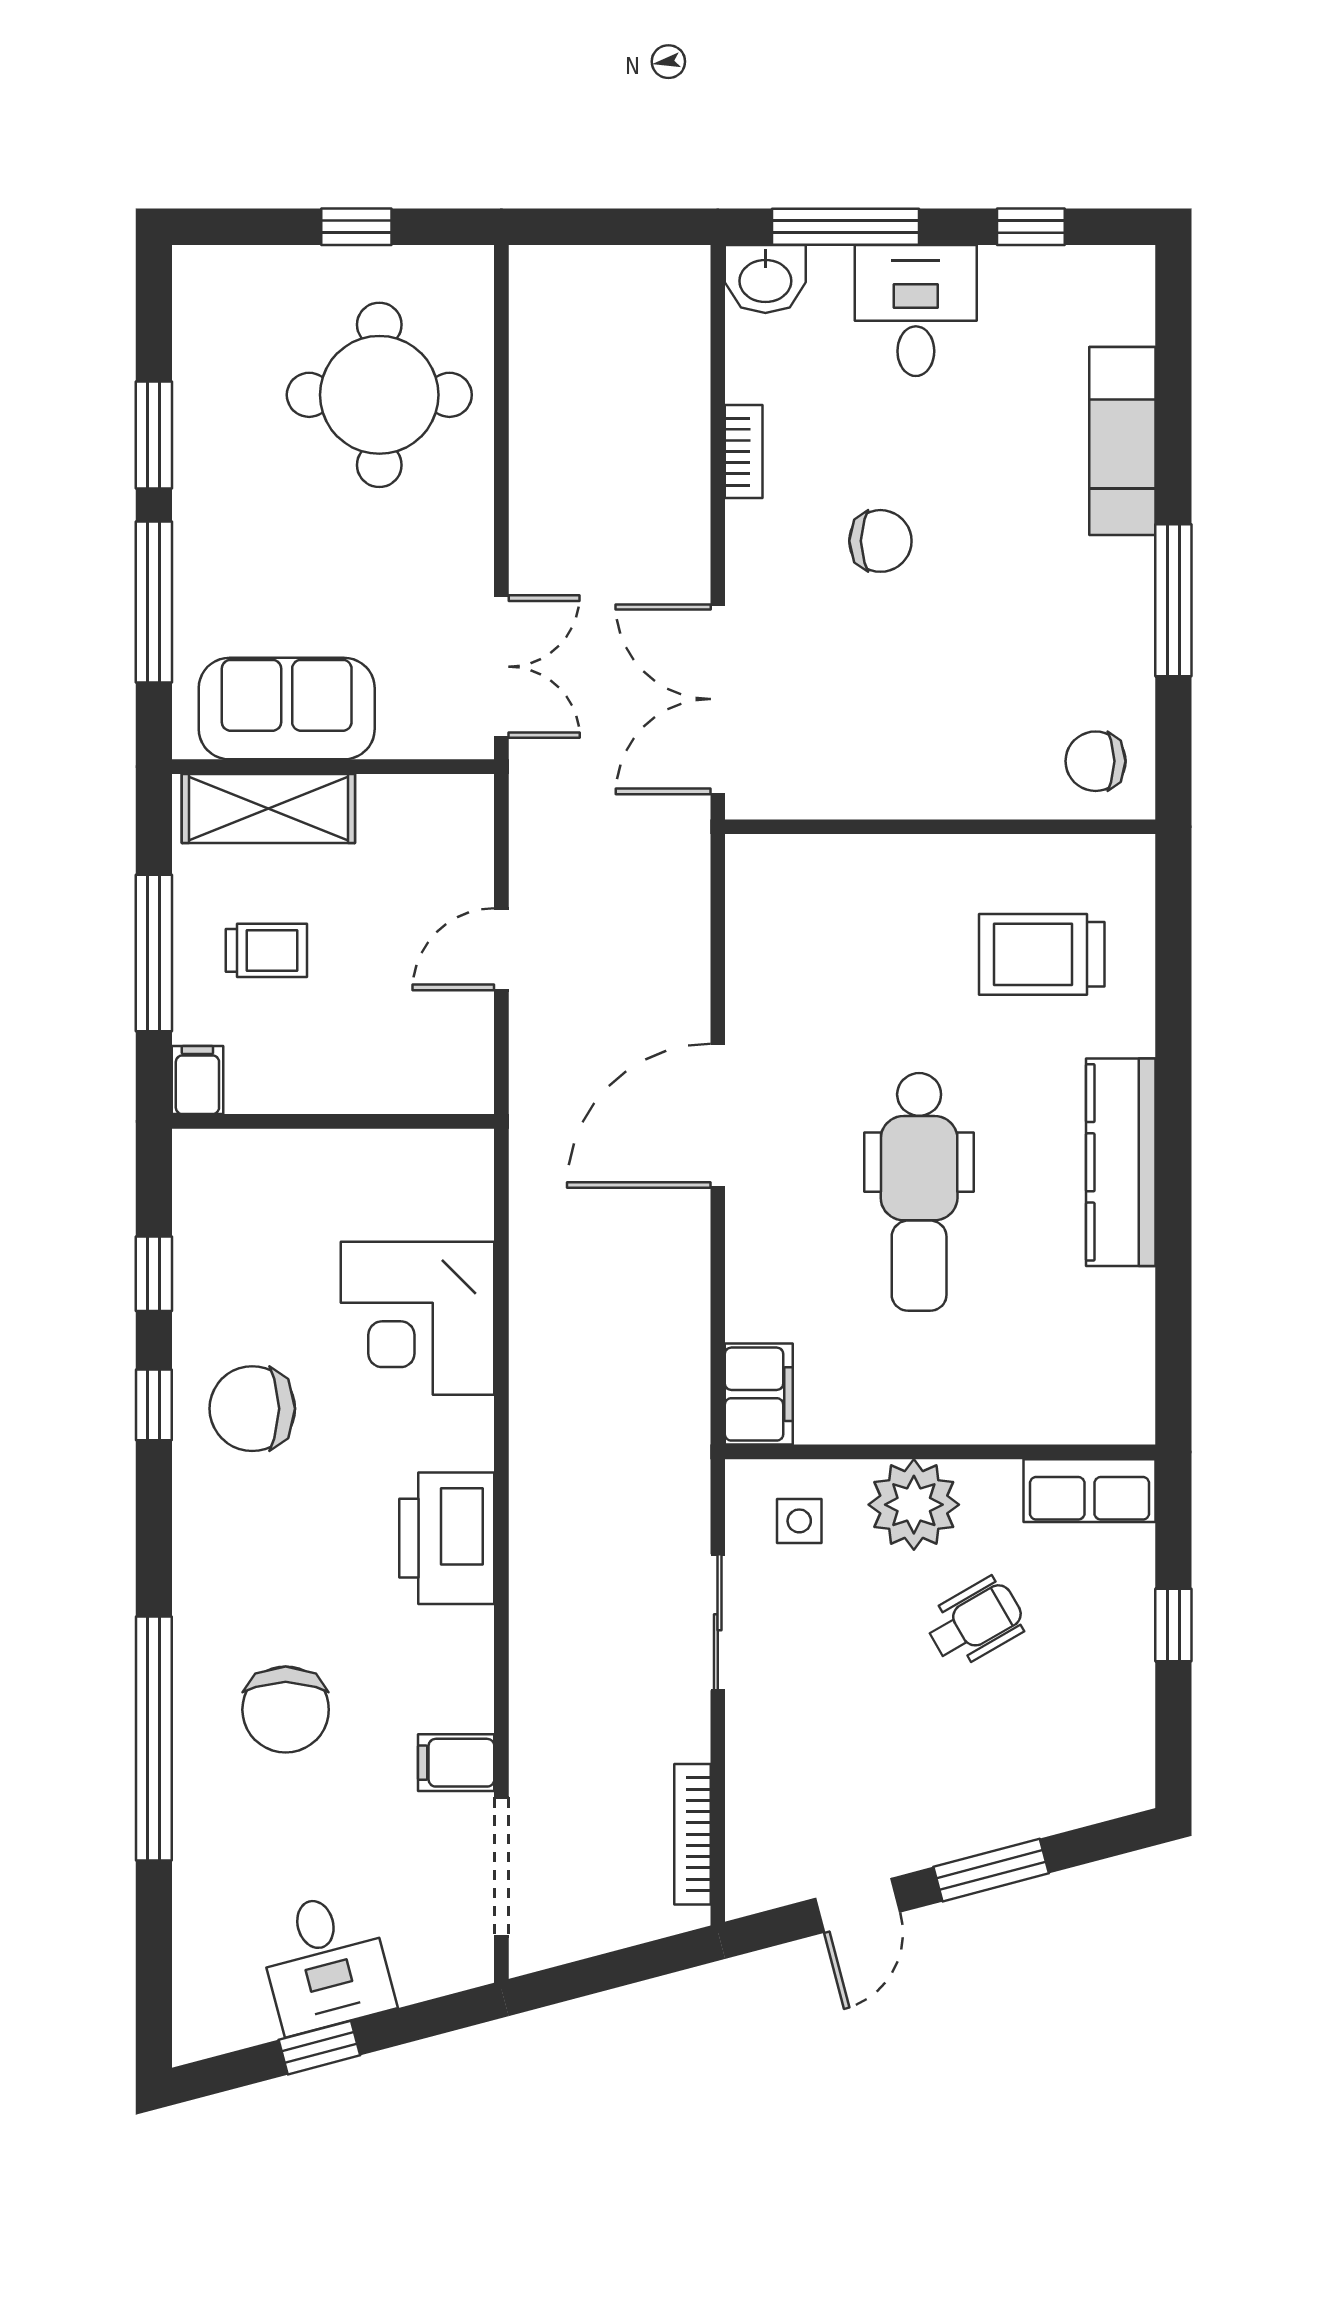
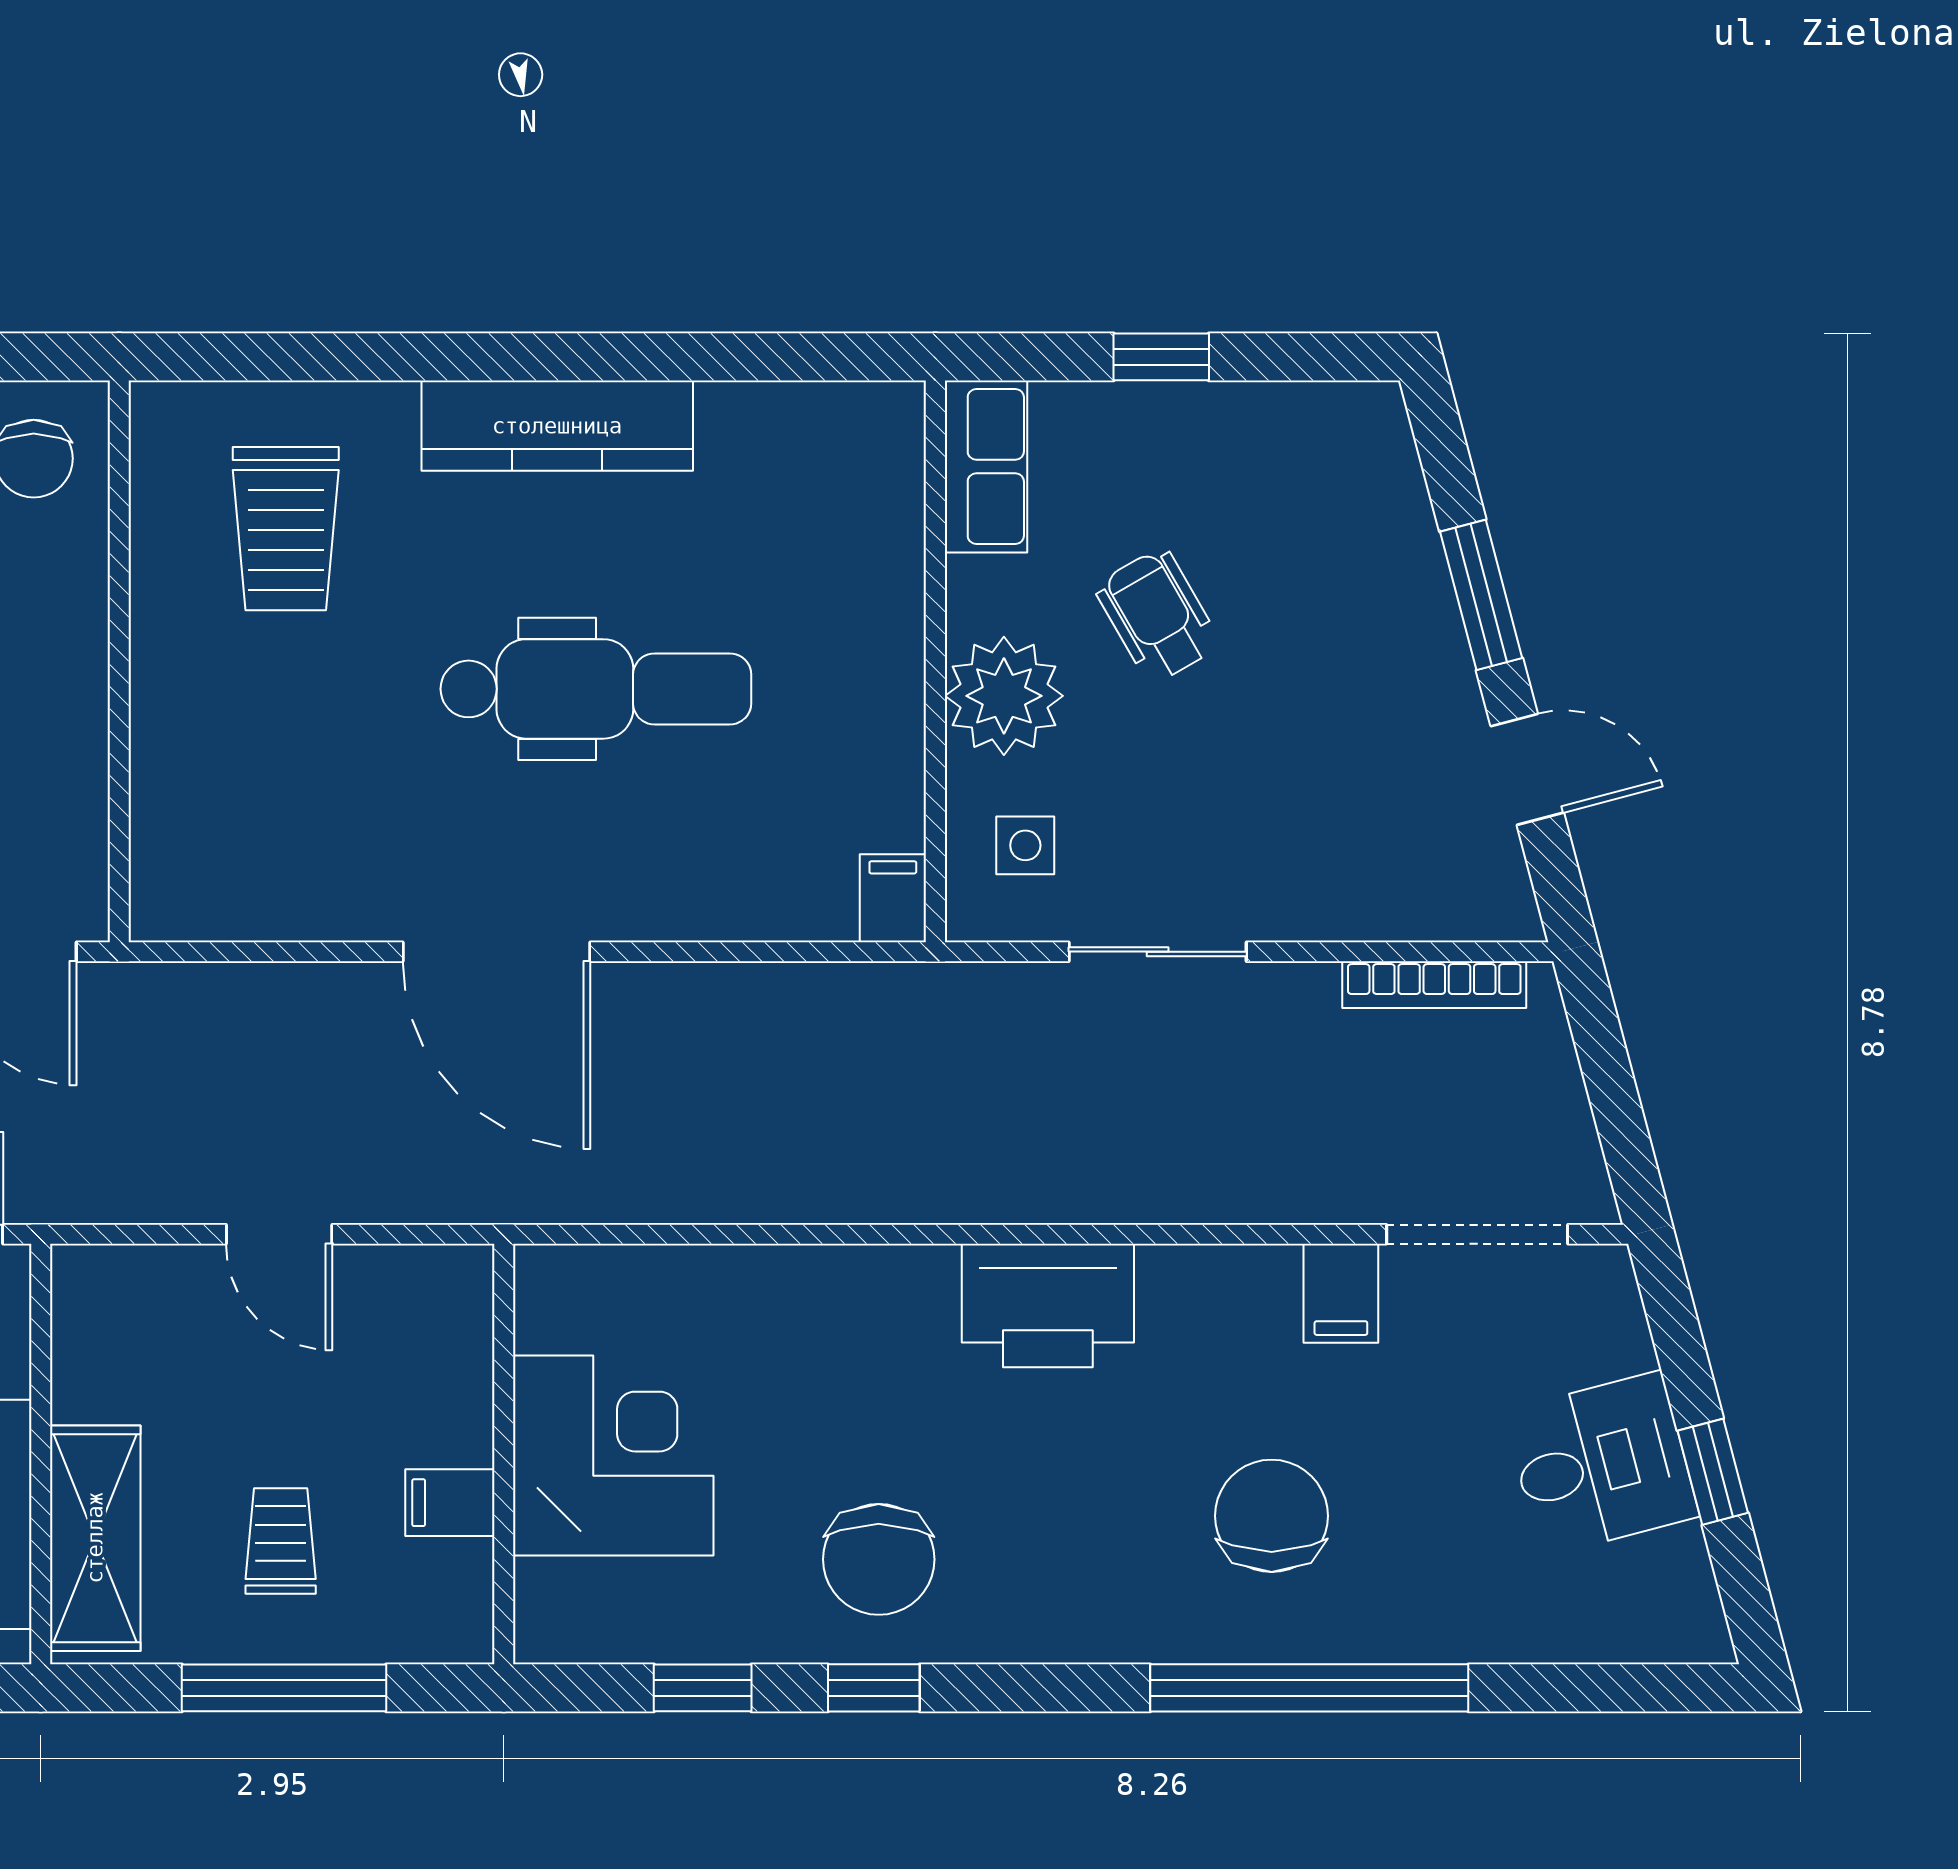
filing cabinet: (197, 1080) -> (450, 1503), moved
corner desk: (417, 1318) -> (613, 1456), moved, turned -90
filing cabinet: (759, 1394) -> (893, 898), width x0.50
chair: (286, 1710) -> (1272, 1516), turned -90

